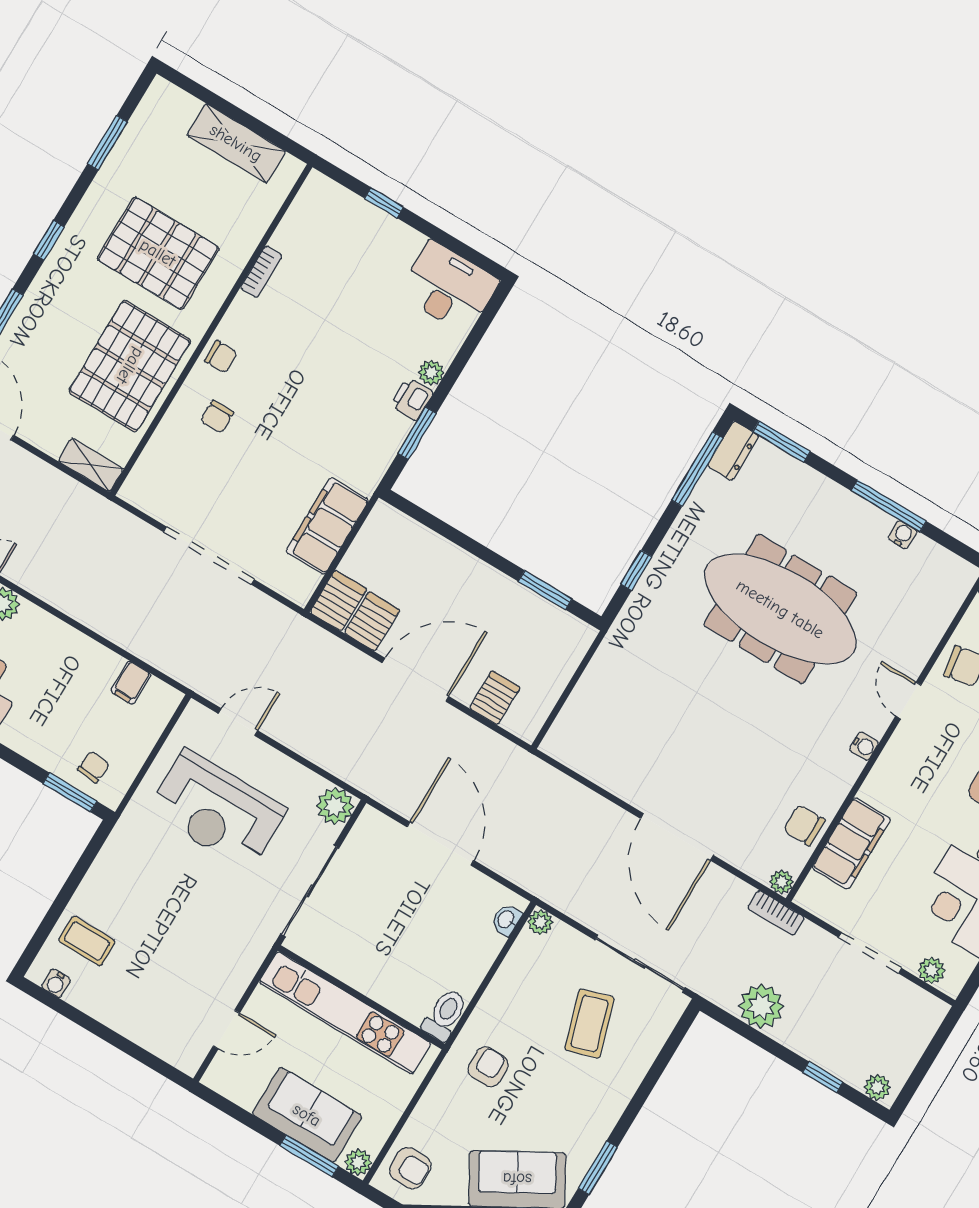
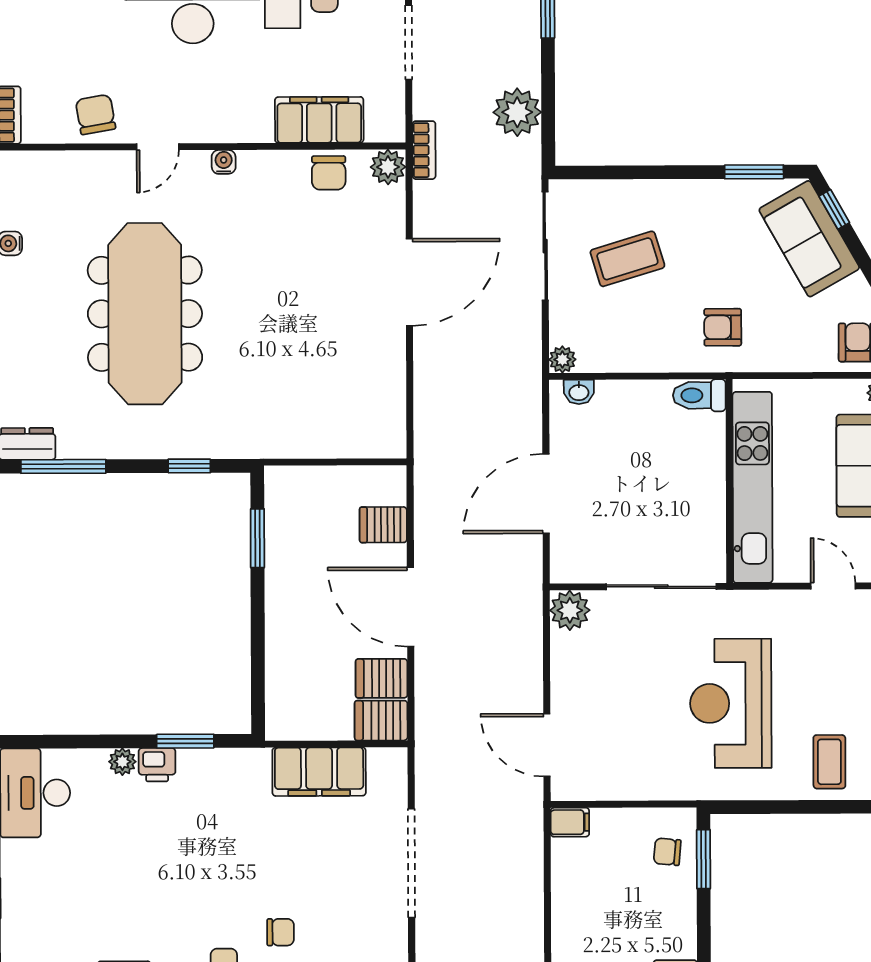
filing cabinet: (131, 683) -> (570, 822), moved
door: (238, 722) -> (547, 745), width x1.38
reception desk: (217, 810) -> (731, 703), moved, turned 180
plant: (782, 882) -> (388, 167), width x1.38, depth x1.38

